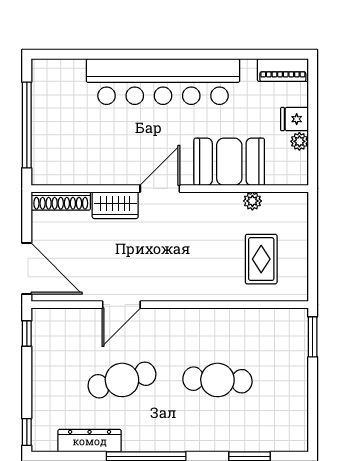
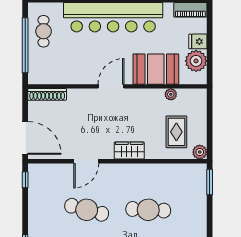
cafe table: (55, 103) -> (44, 31), added
plant: (299, 141) -> (196, 61), width x1.87, depth x1.87
wardrobe: (115, 205) -> (129, 151), moved, turned 180
plant: (297, 290) -> (200, 152), added
cafe table: (122, 380) -> (87, 210), turned 30

